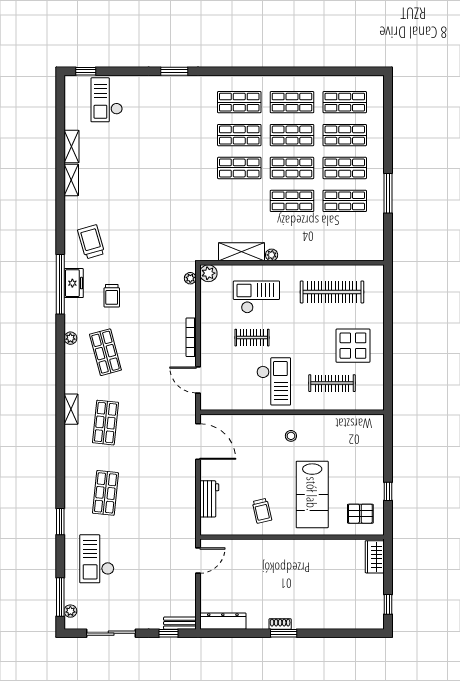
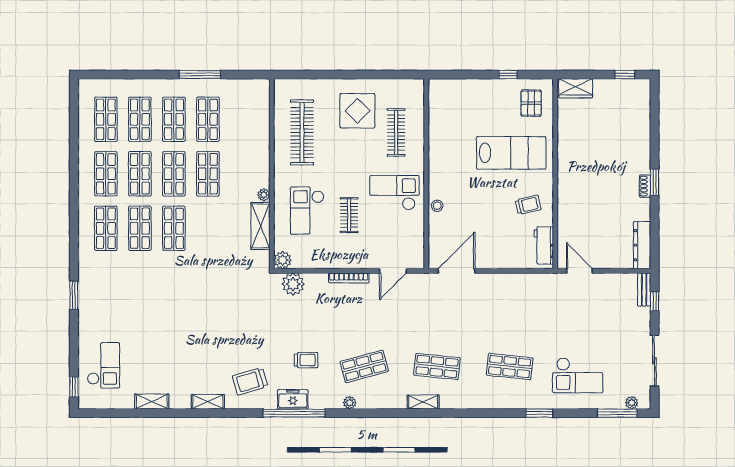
checkout: (107, 100) -> (103, 365), turned -90
shelving: (71, 180) -> (208, 402), moved
plant: (190, 278) -> (293, 284), width x1.88, depth x1.88
stool: (291, 436) -> (437, 206), moved
workbench: (209, 499) -> (544, 245), moved, turned -90

